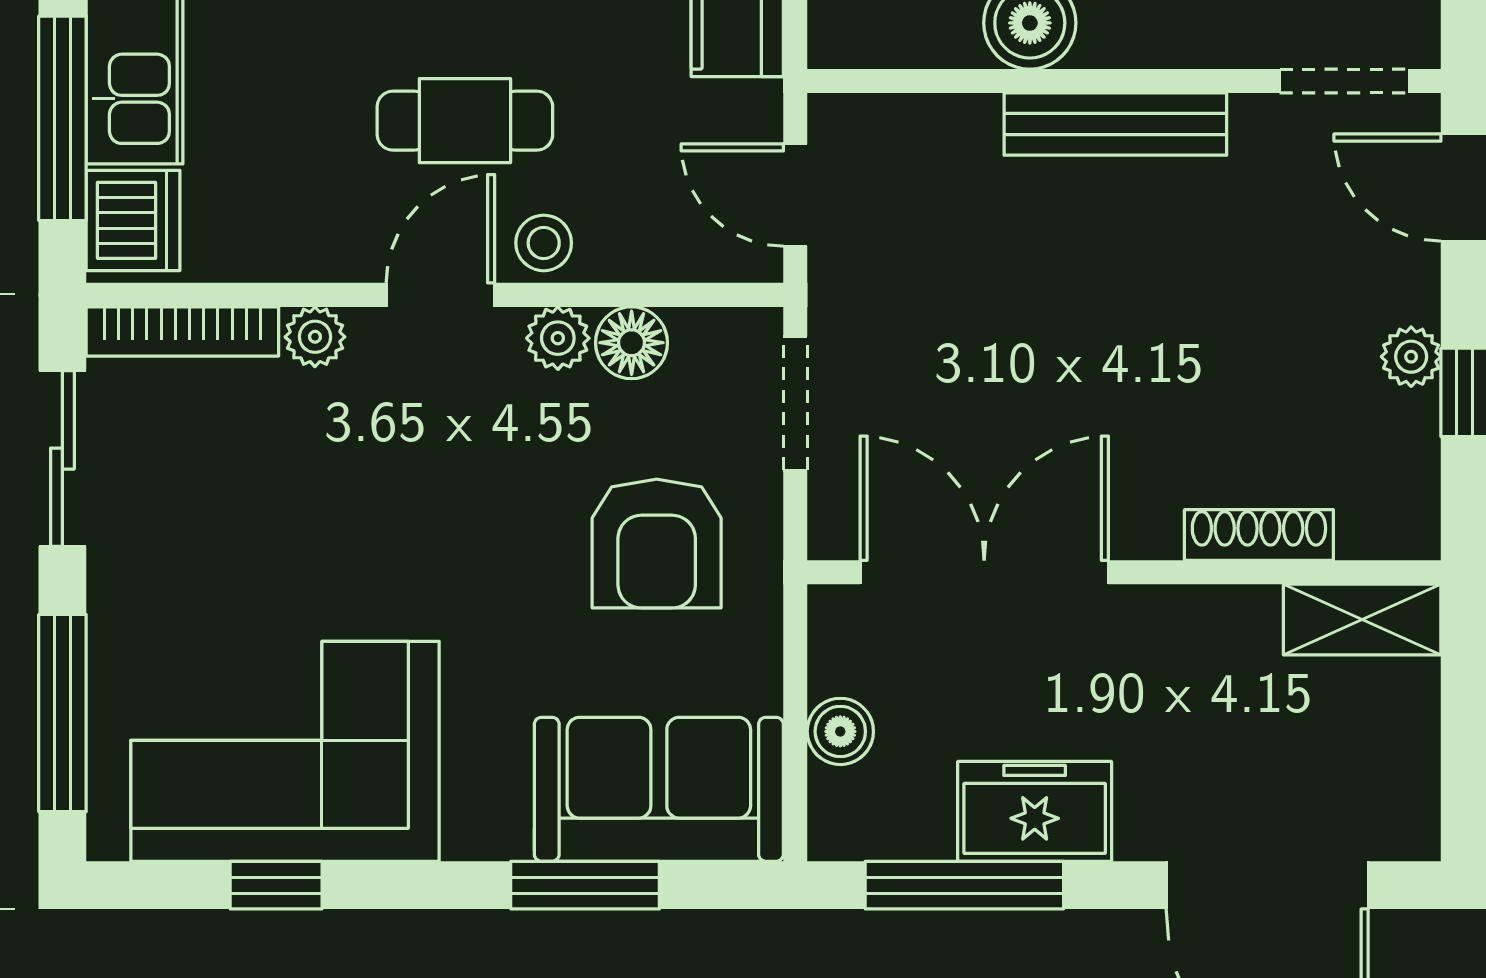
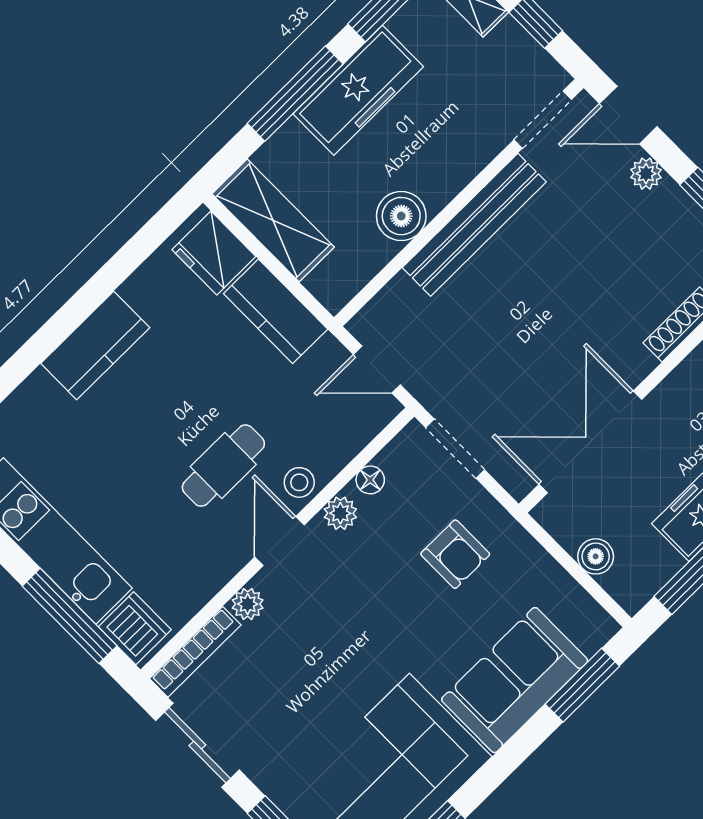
bench: (1115, 124) -> (474, 225), width x1.37, depth x1.21
floor lamp: (632, 343) -> (370, 480), width x0.73, depth x0.73
plant: (1411, 357) -> (646, 174), moved
armchair: (657, 544) -> (455, 554), width x0.72, depth x0.72
sofa: (659, 789) -> (515, 680), moved
window: (585, 885) -> (582, 685), moved

